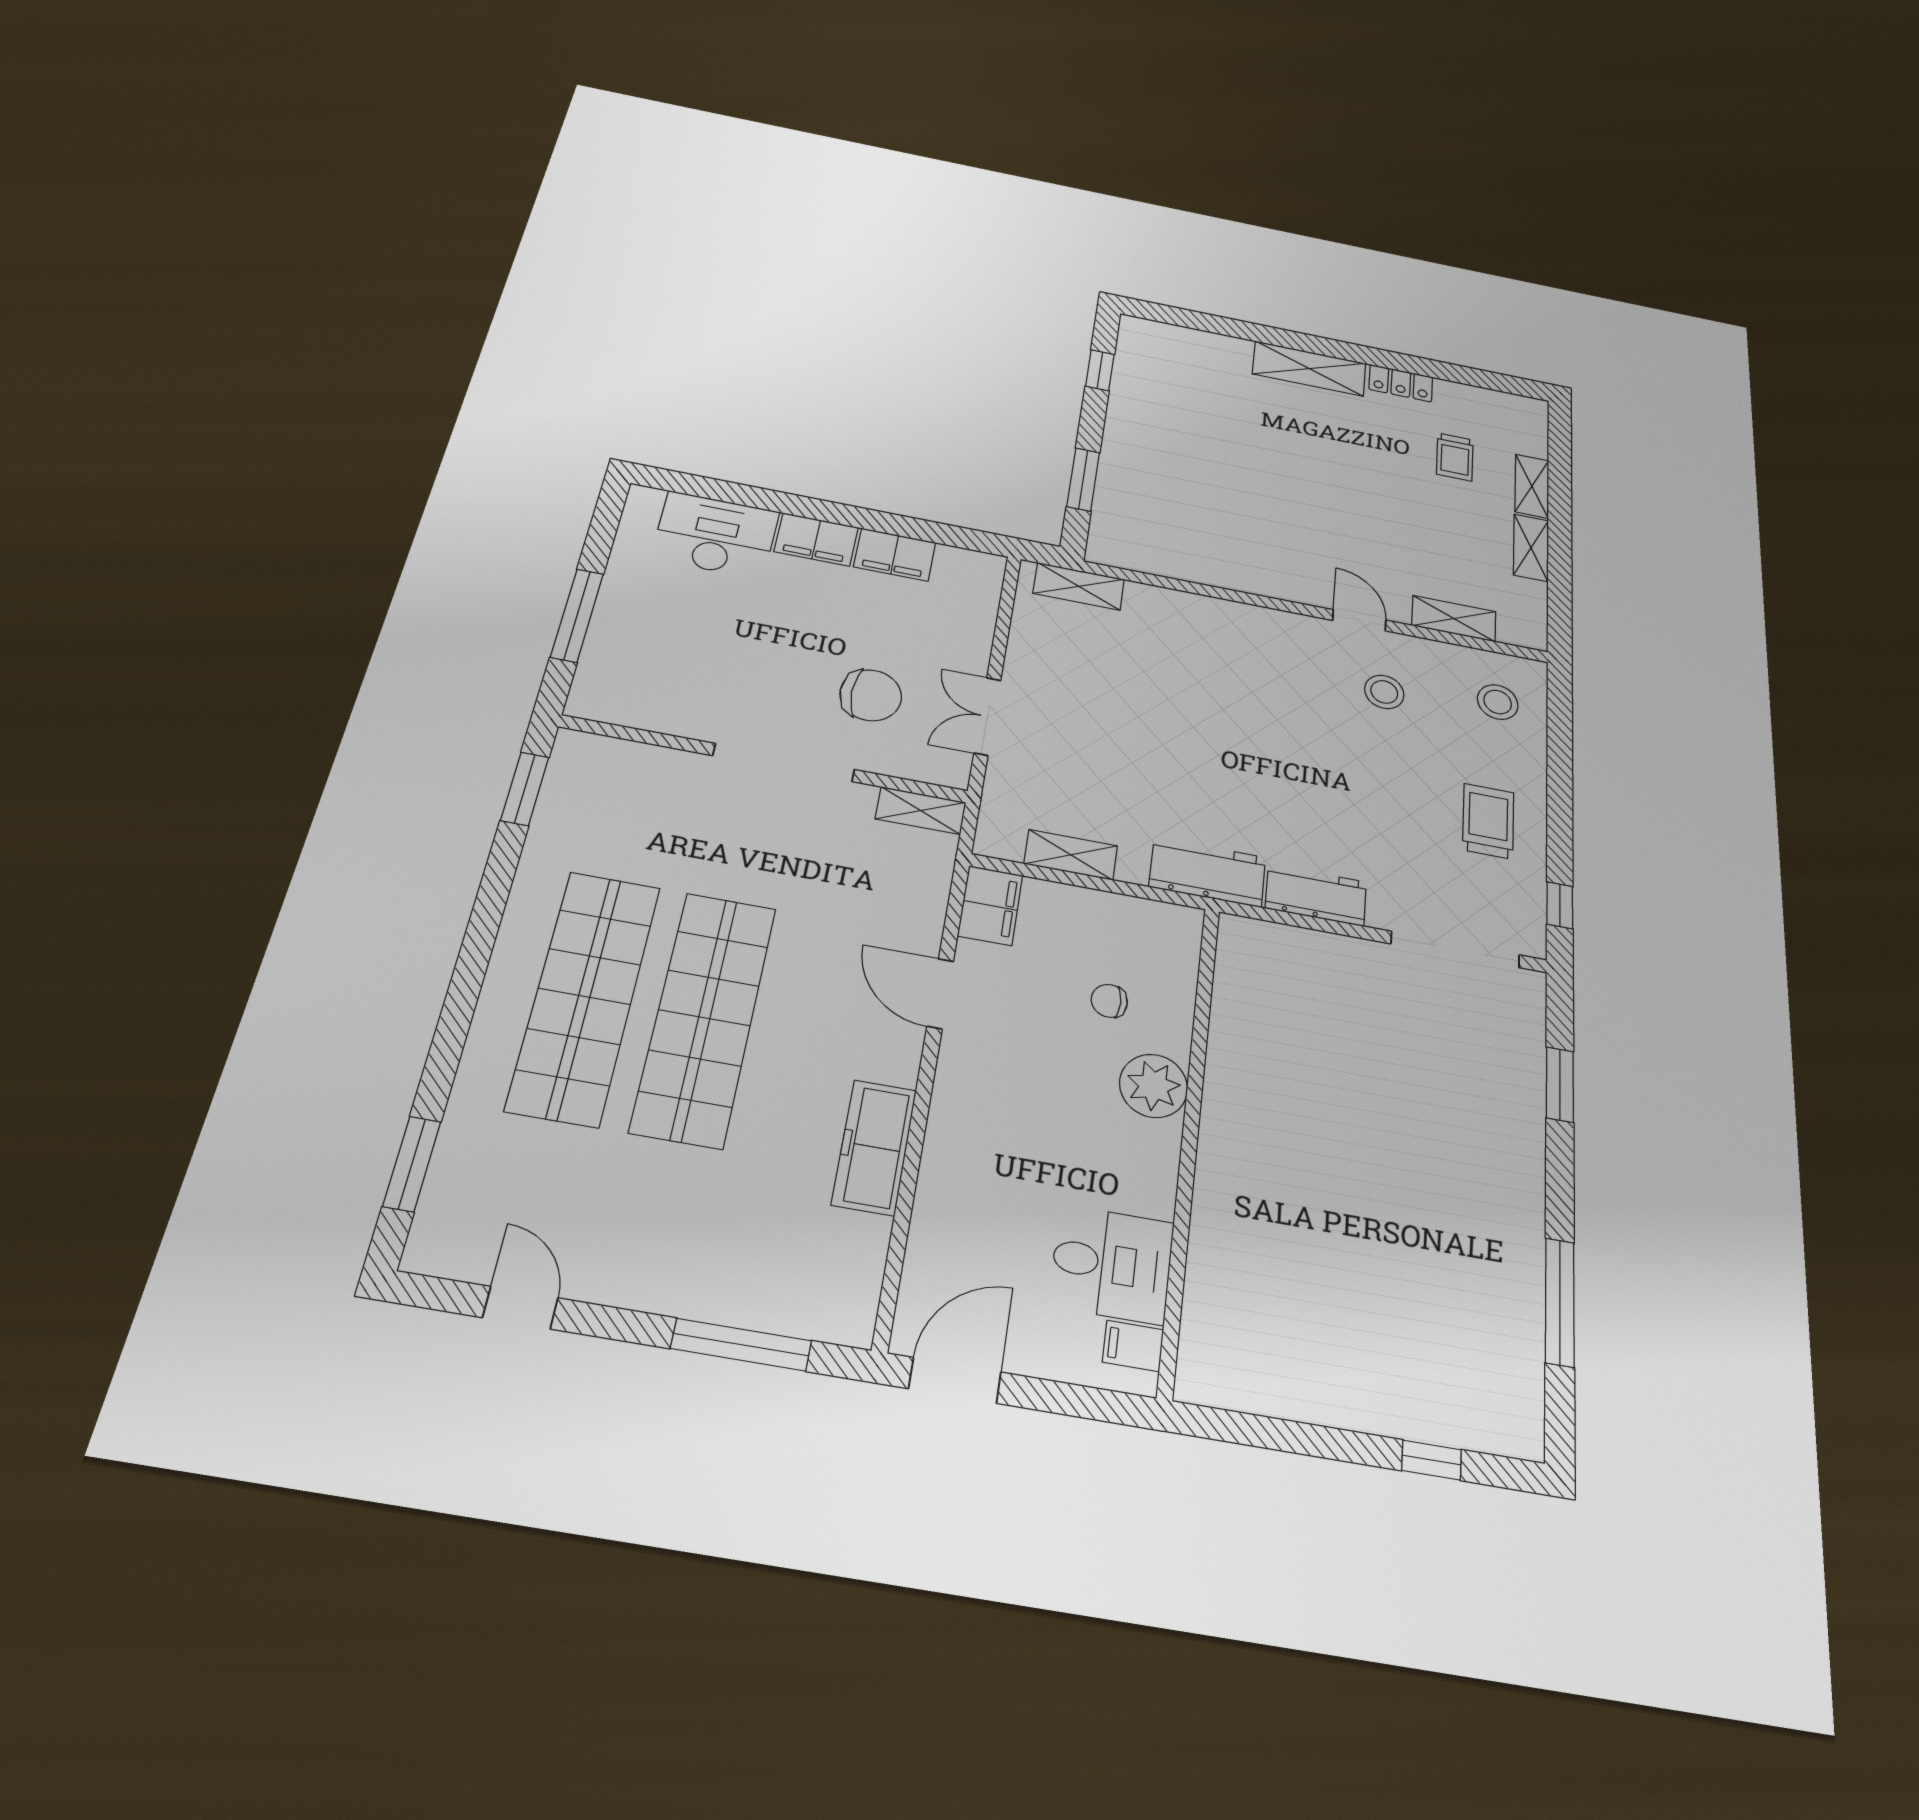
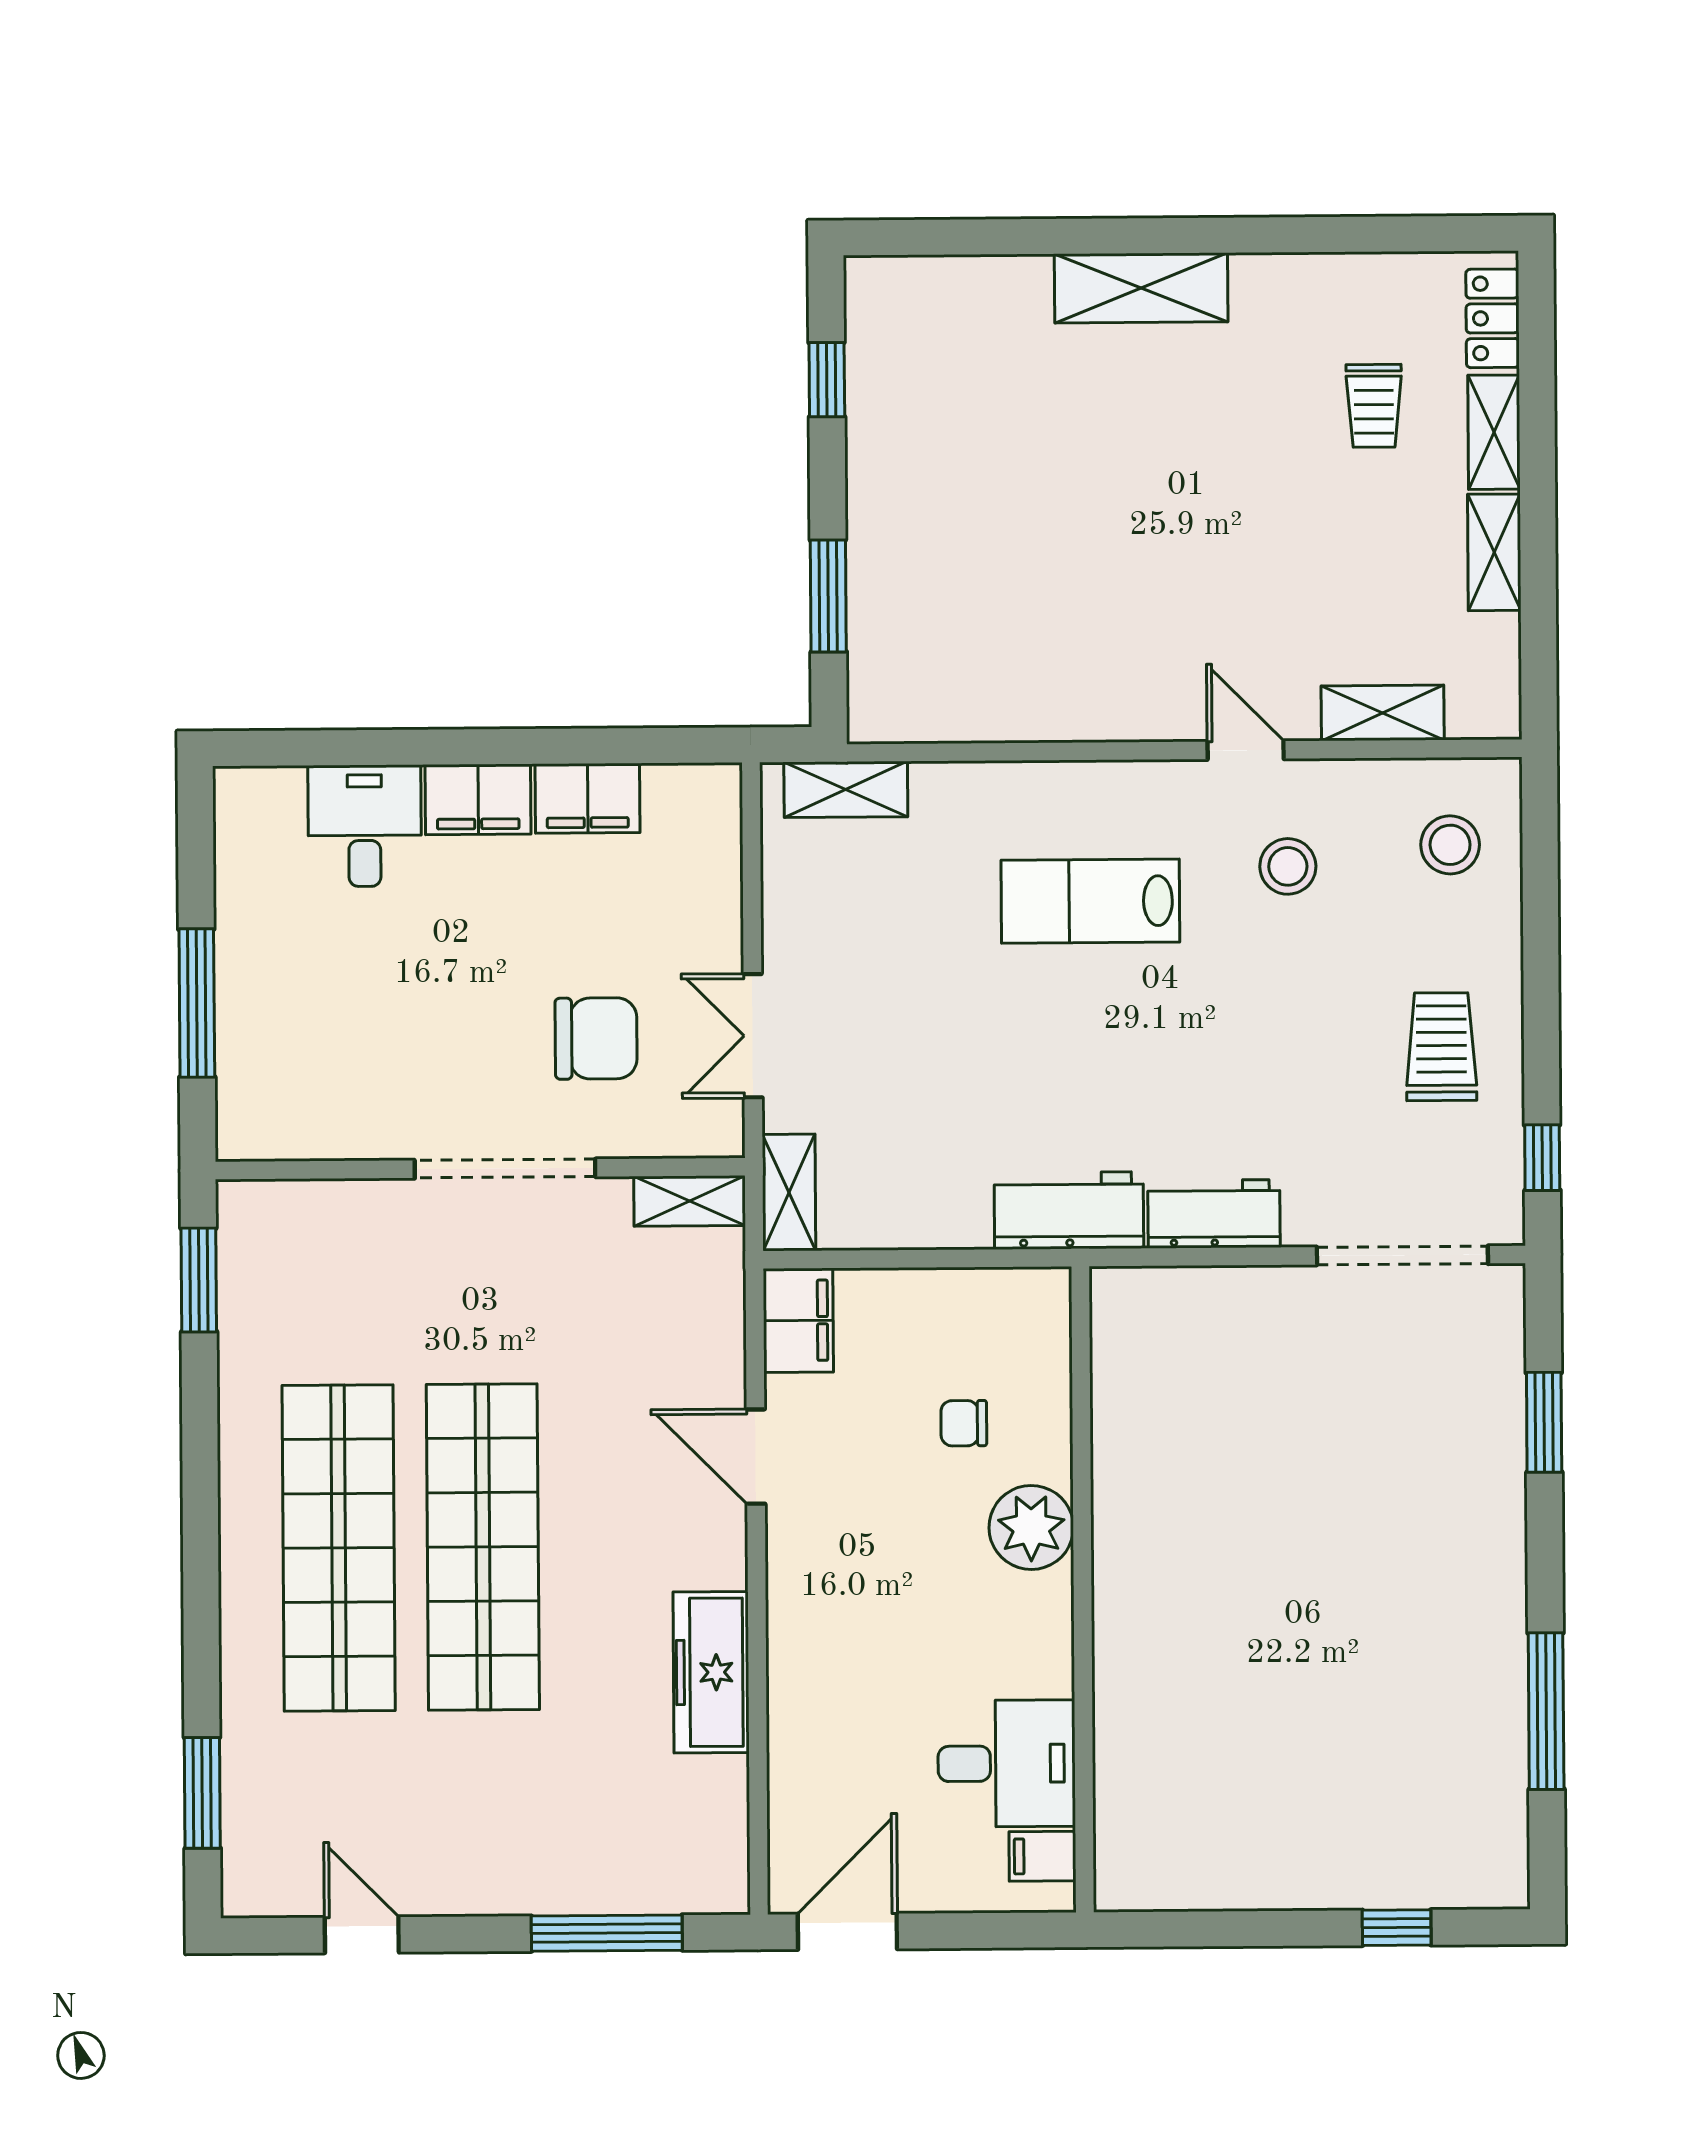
locker: (1401, 383) -> (1493, 318), moved, turned 90
desk: (715, 535) -> (365, 826), width x0.73
lab bench: (1243, 684) -> (1090, 901), added
shelving: (1071, 855) -> (789, 1193), moved, turned 90

